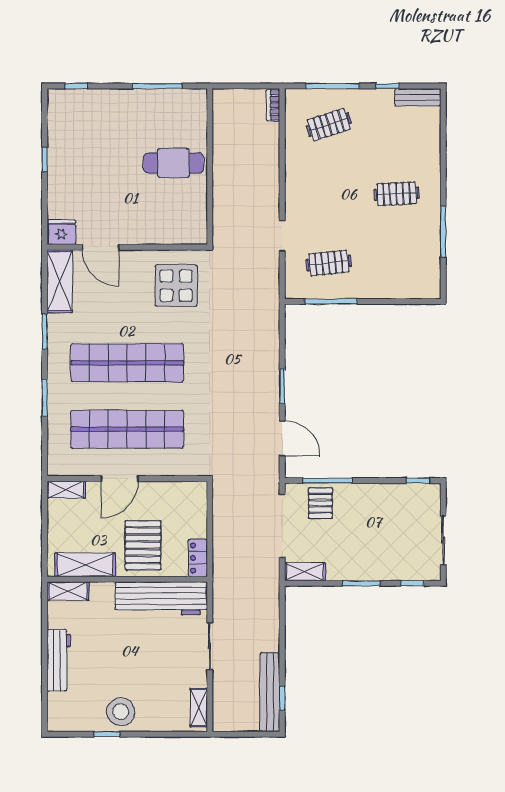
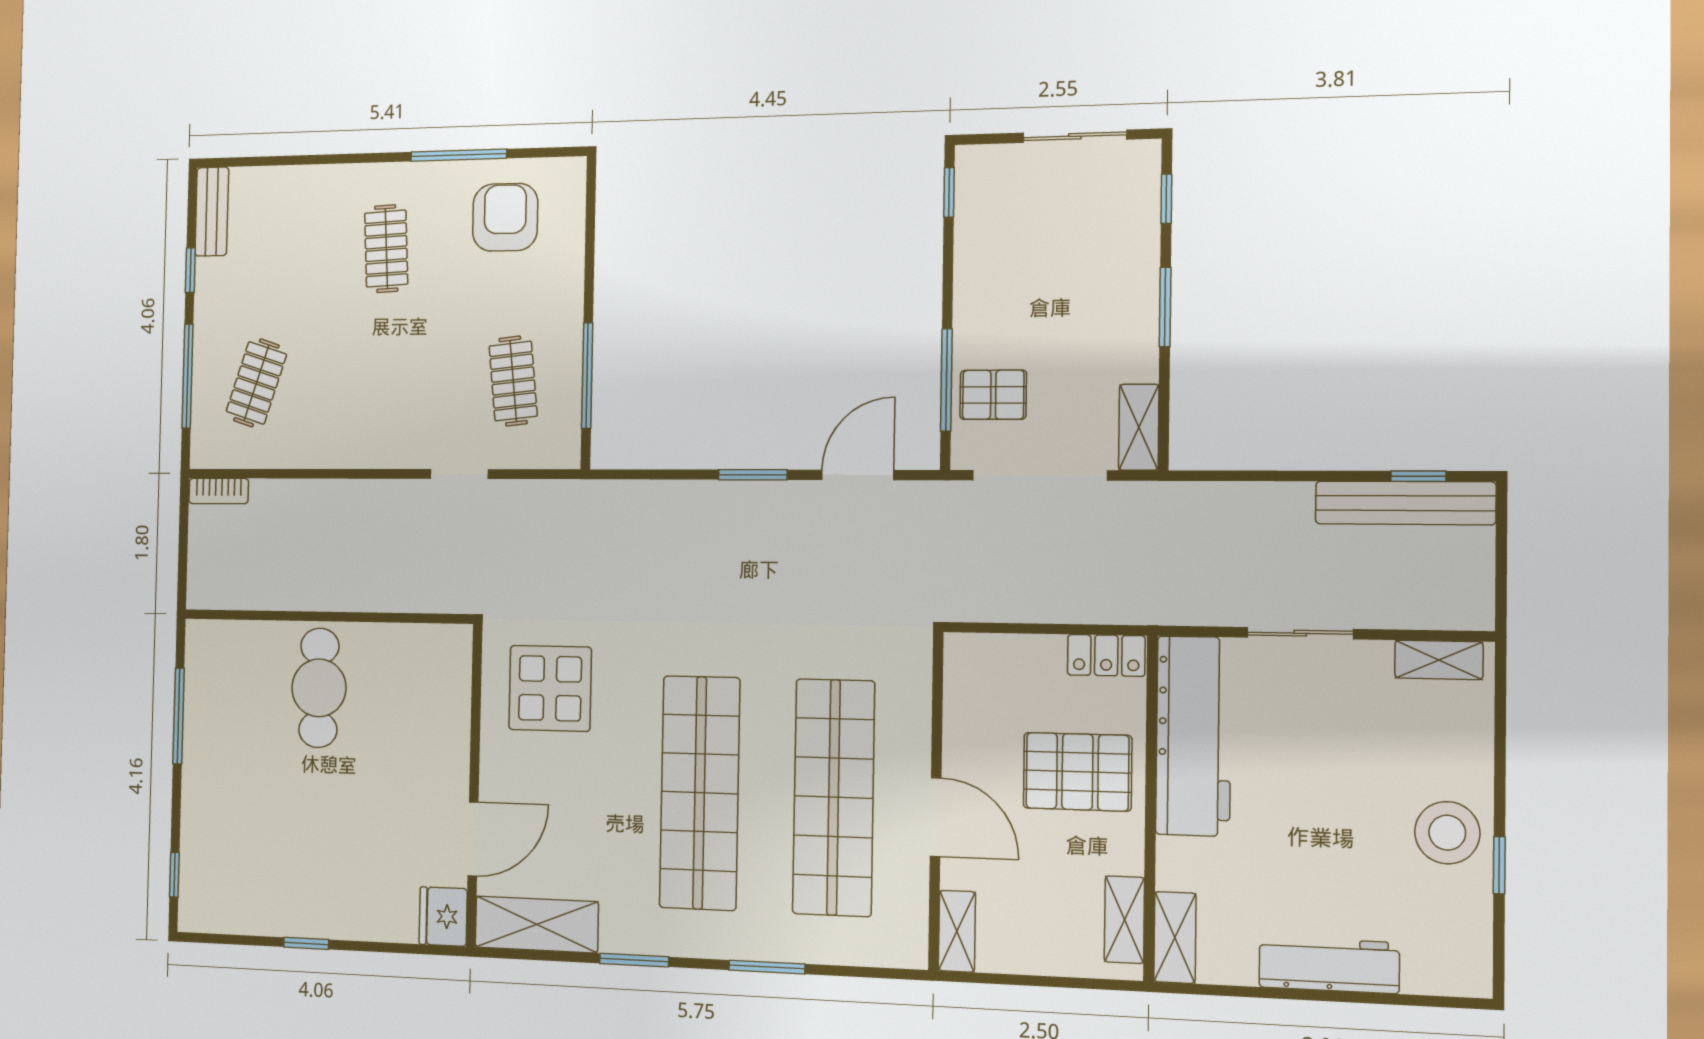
clothes rail: (329, 125) -> (256, 383), turned 36
armchair: (411, 257) -> (505, 217), added
shelving: (85, 565) -> (1124, 920), width x0.67, depth x0.75

